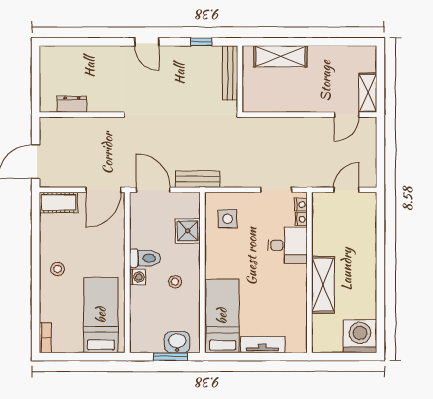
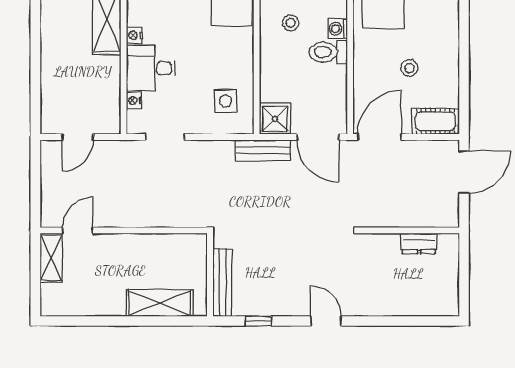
nightstand: (301, 205) -> (134, 35), moved
shower: (188, 231) -> (275, 119), moved
stool: (58, 269) -> (409, 68), moved

